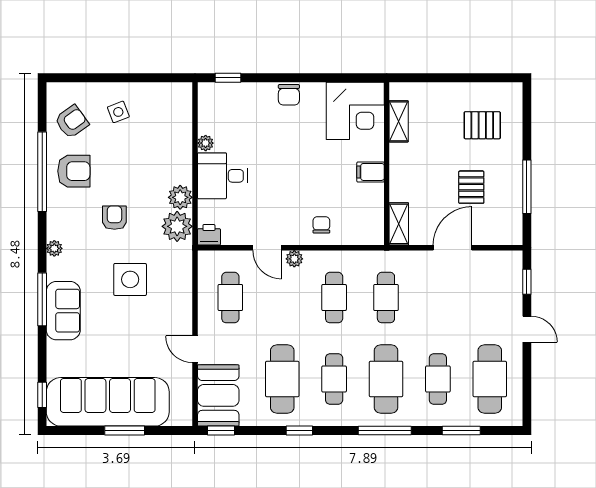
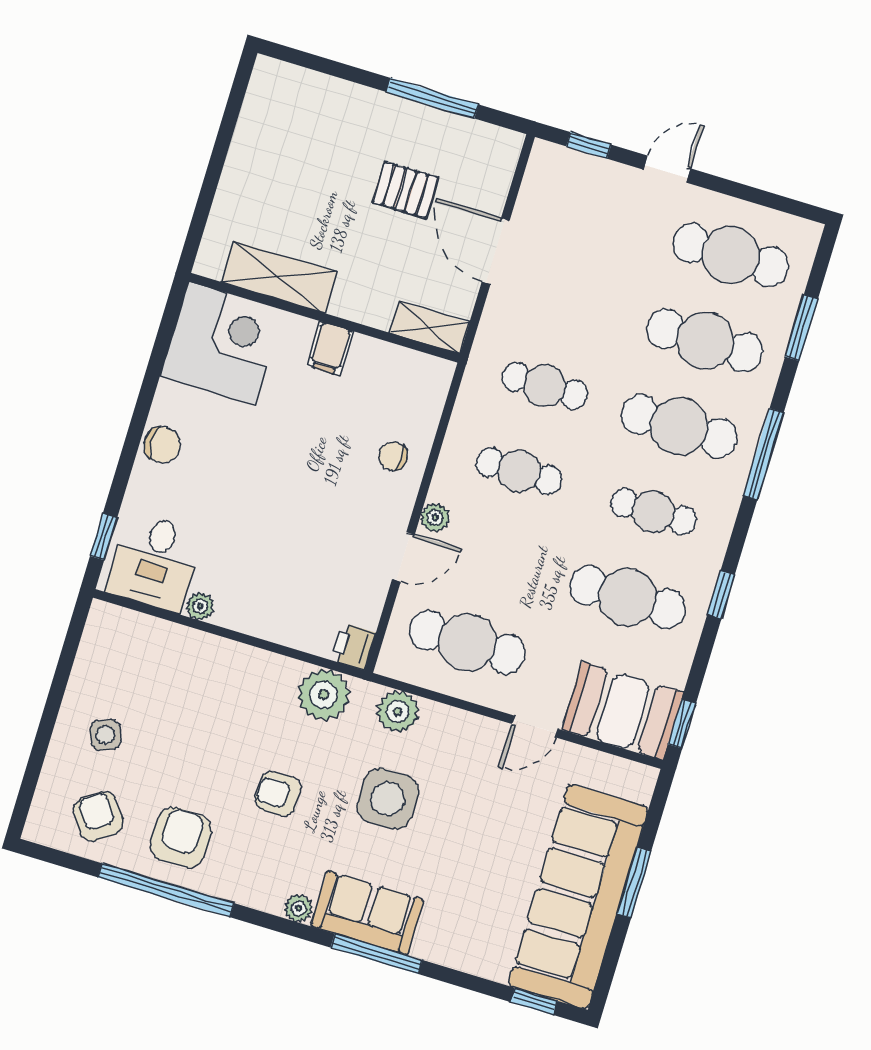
shelving: (399, 121) -> (279, 277), width x1.50, depth x1.33
pallet: (482, 125) -> (309, 141), removed
desk: (222, 176) -> (155, 562), moved
plant: (180, 197) -> (398, 712), moved
cafe table: (230, 298) -> (467, 642), width x1.37, depth x1.35
sofa: (63, 311) -> (367, 913), moved
cafe table: (438, 379) -> (705, 341), width x1.37, depth x1.35

